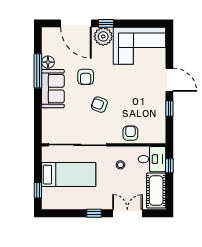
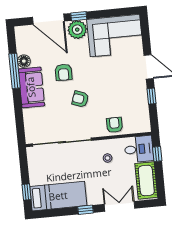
bed: (69, 175) -> (58, 196), moved

